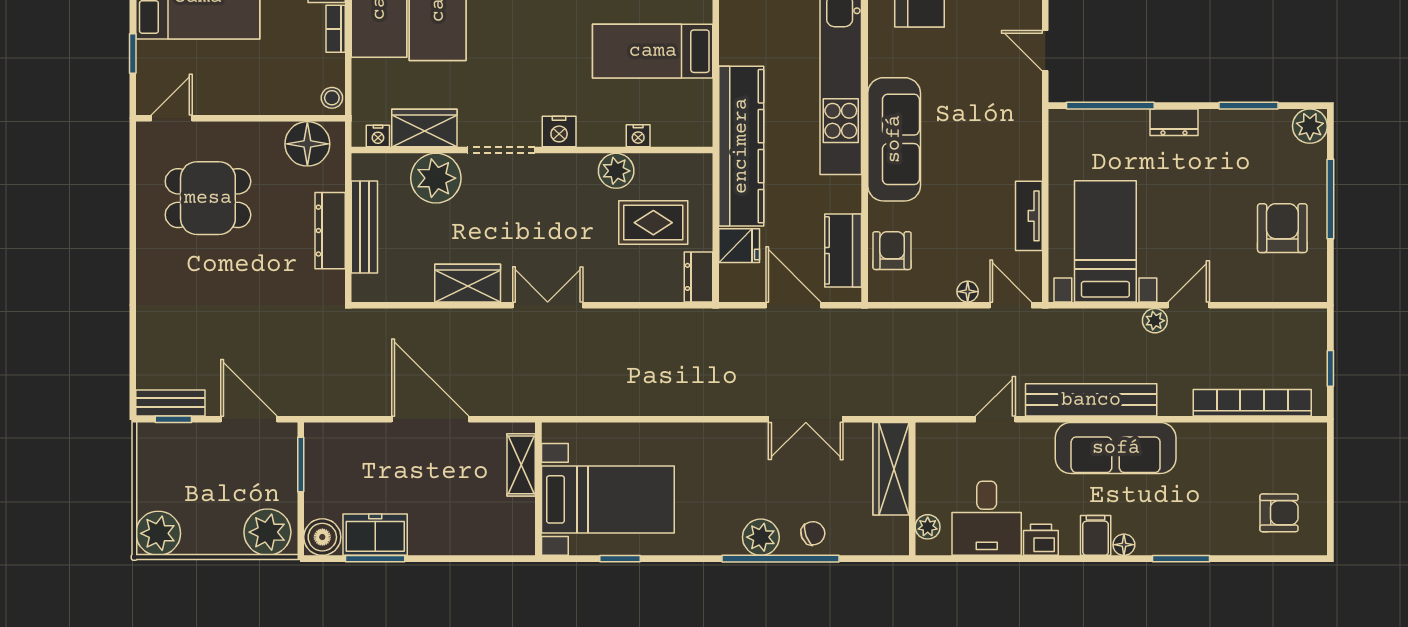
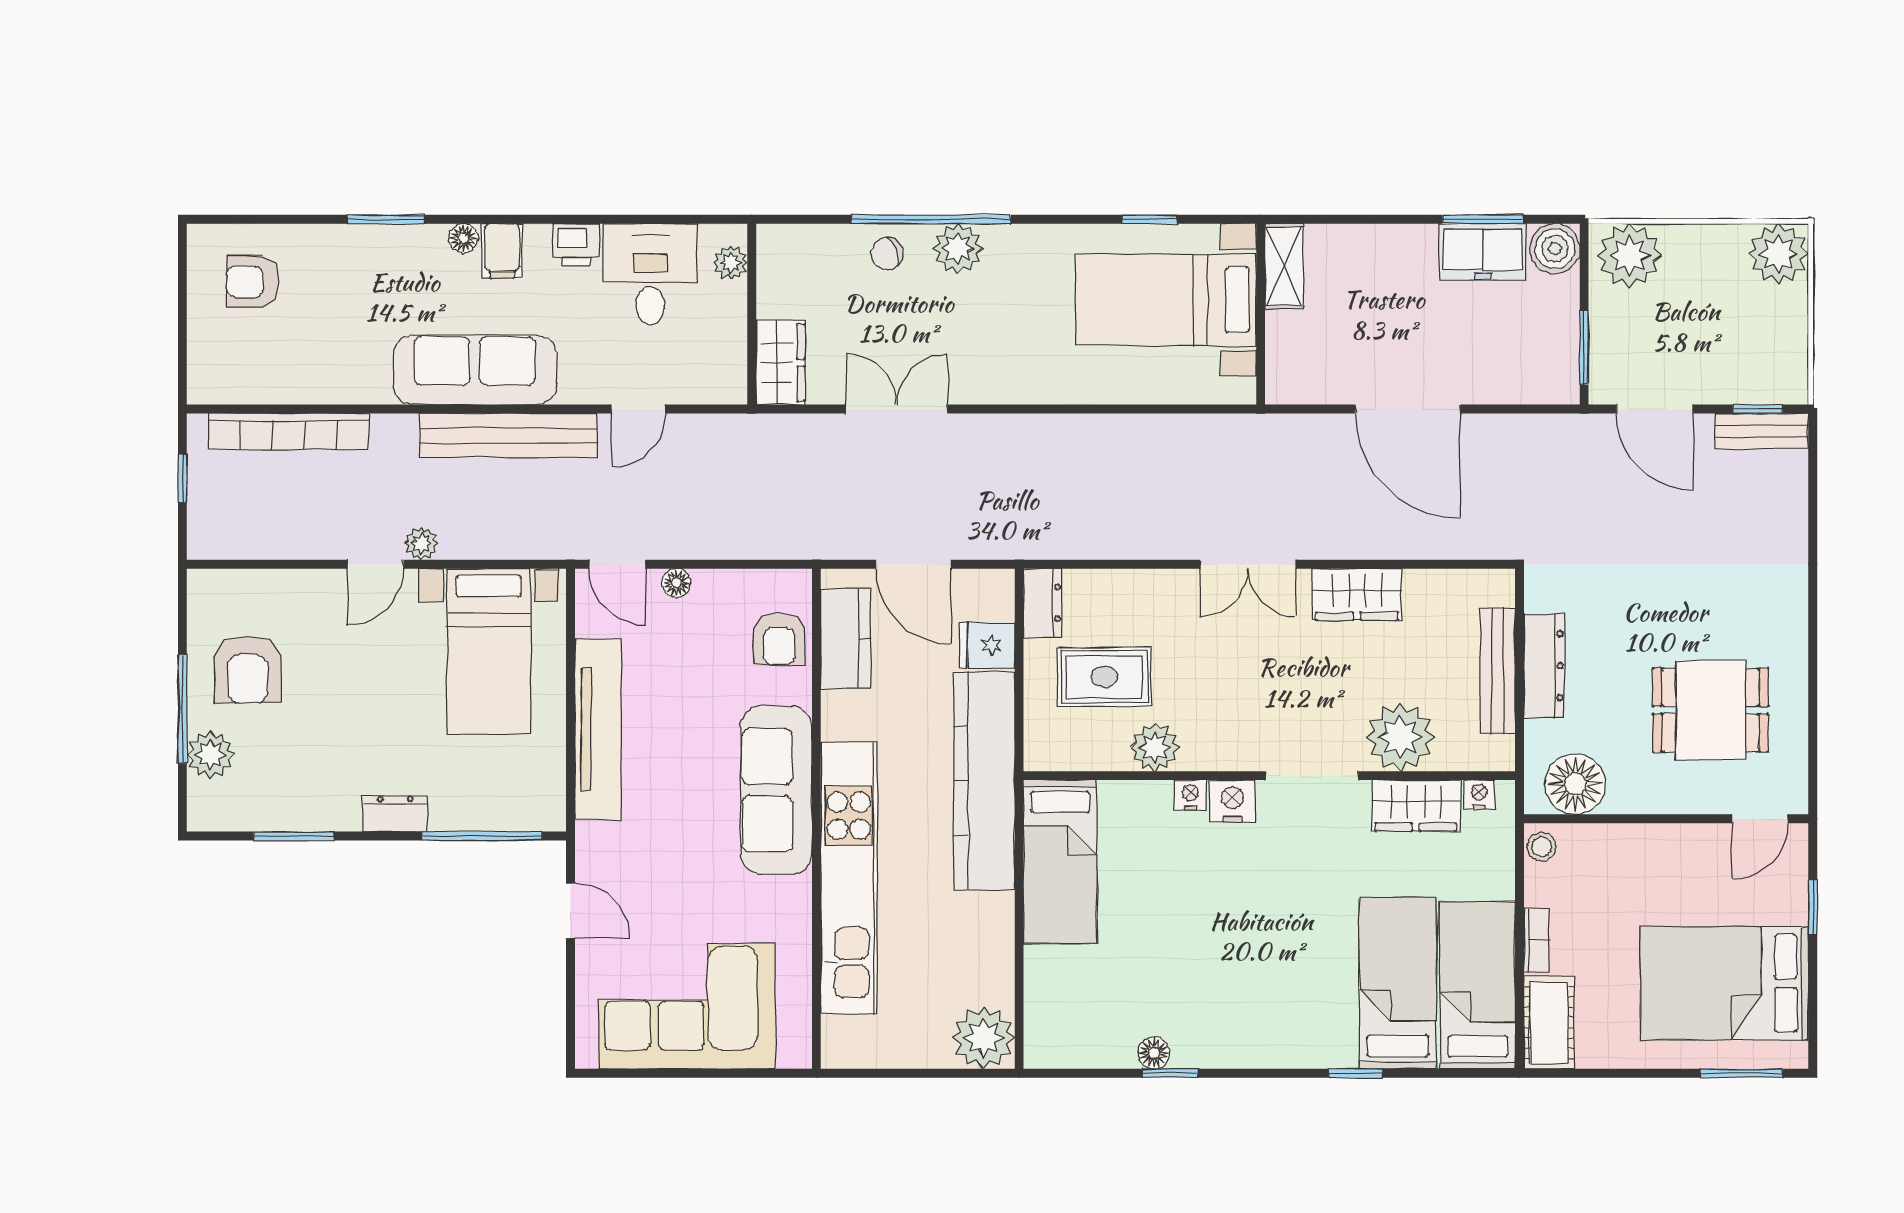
bed: (653, 51) -> (1060, 862), moved, turned 90
plant: (1310, 126) -> (210, 755), moved
nightstand: (638, 136) -> (1190, 795), moved
tv unit: (1029, 216) -> (598, 729), width x1.92, depth x1.29
shelving: (521, 465) -> (1284, 266), moved
wardrobe: (891, 469) -> (780, 363), width x0.67

